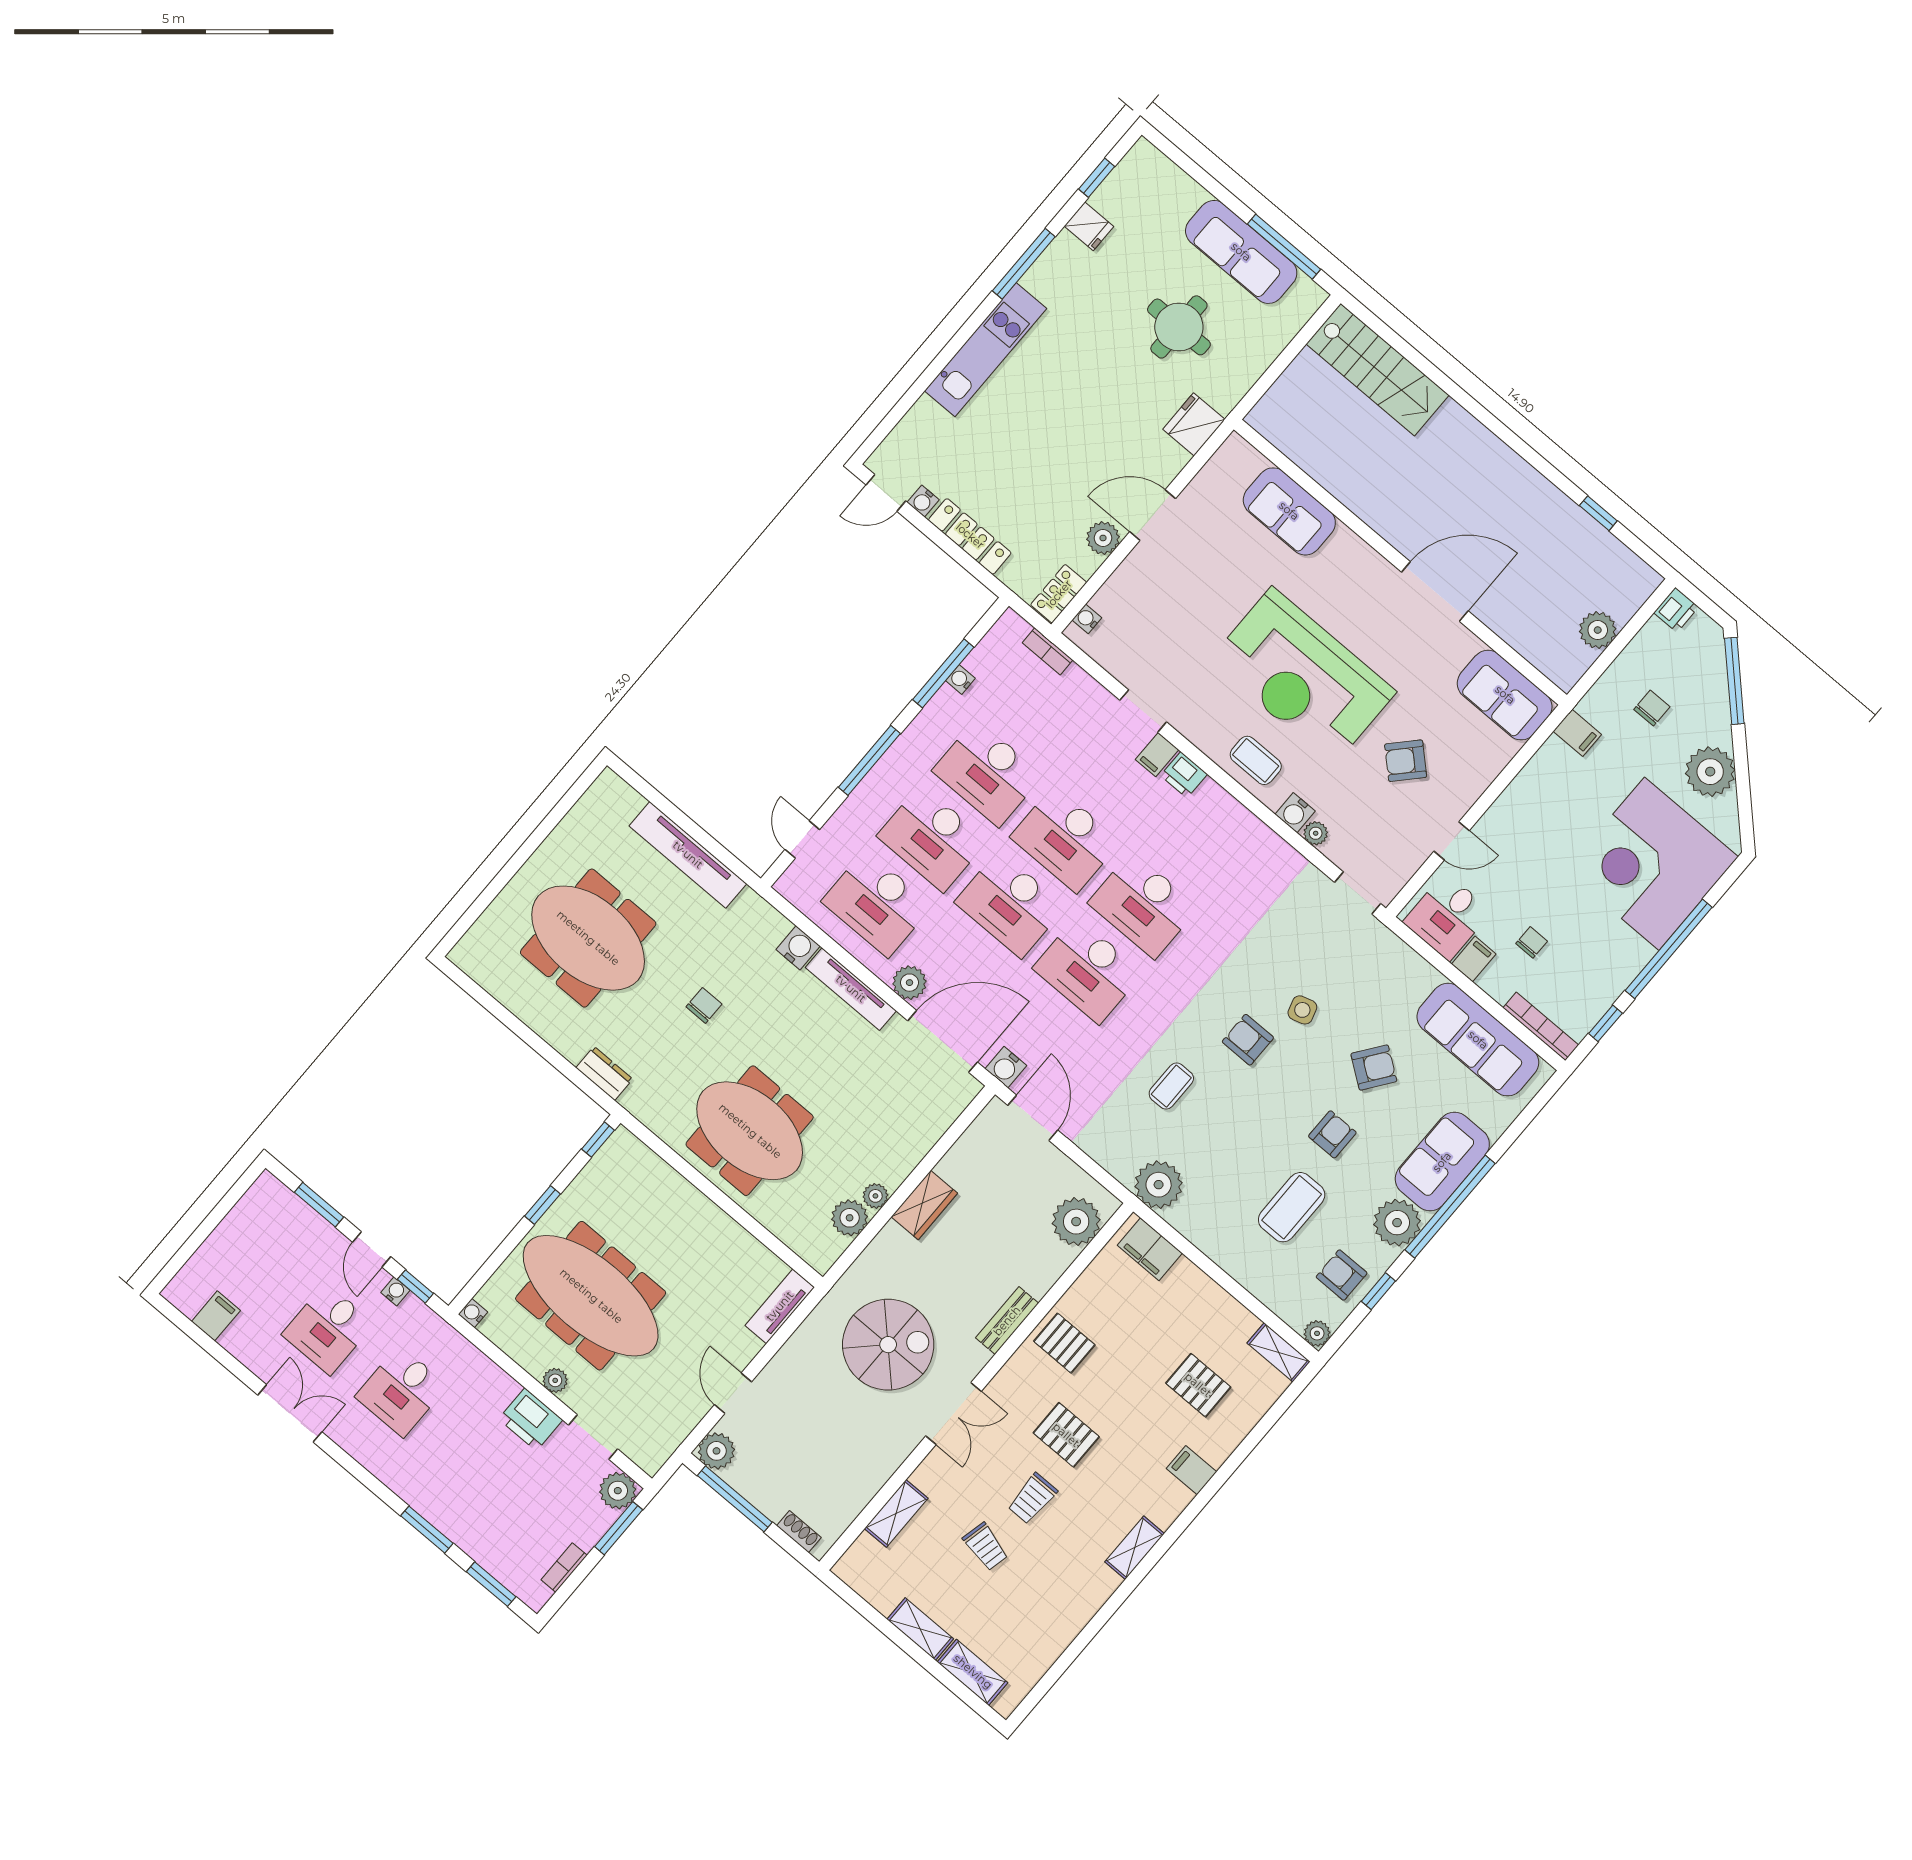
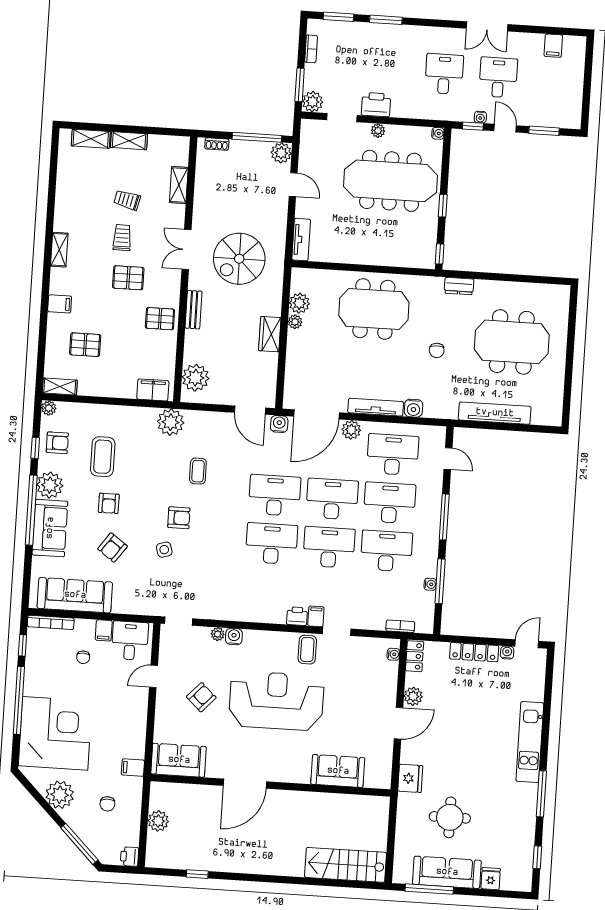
fridge: (1089, 226) -> (491, 879), moved, turned 90
coffee table: (1256, 760) -> (307, 650), moved, turned 90

